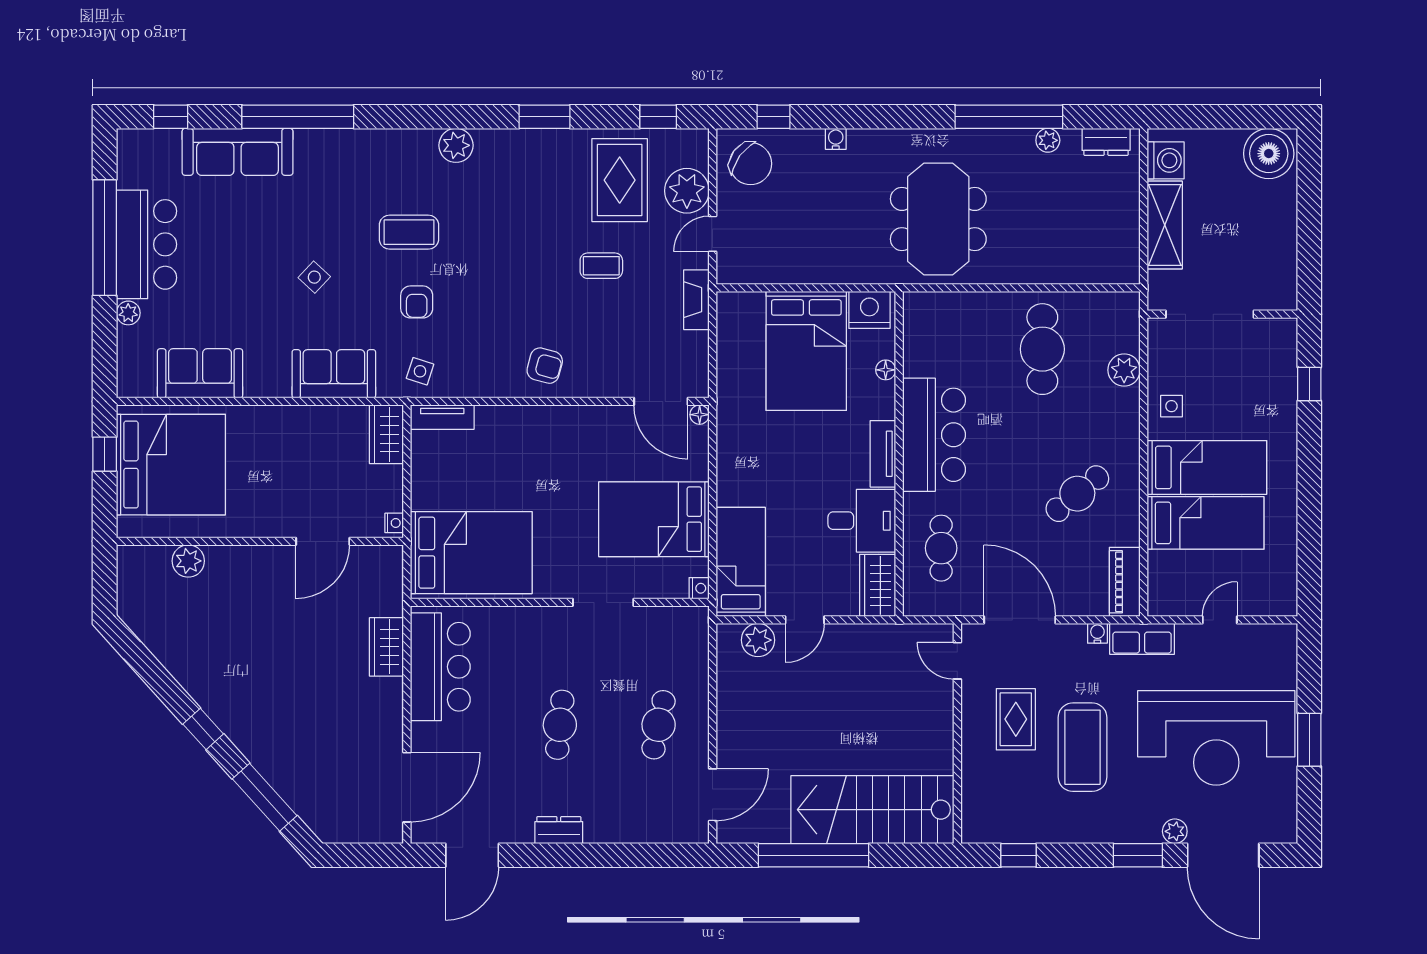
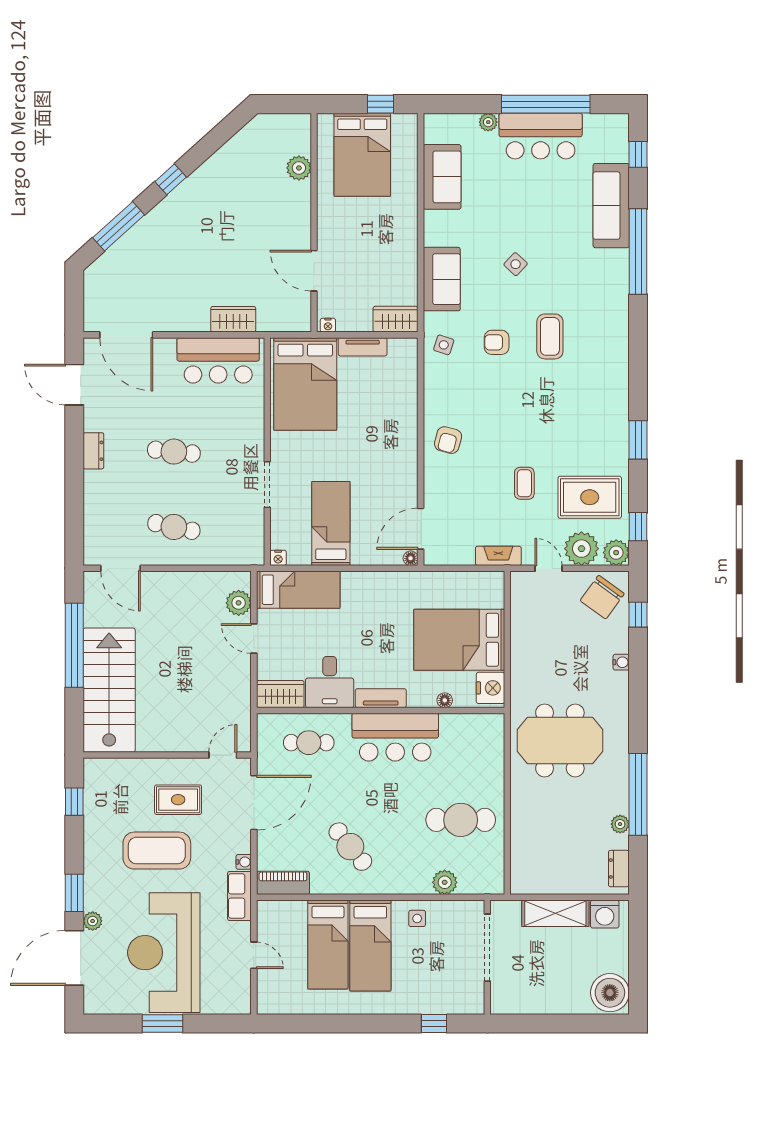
plant: (456, 145) -> (616, 553), moved
tv unit: (442, 417) -> (363, 347), moved, turned -90
bed: (171, 465) -> (362, 155), width x0.73
bed: (654, 519) -> (331, 523), width x0.67

